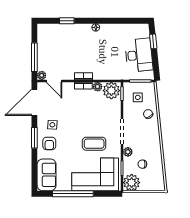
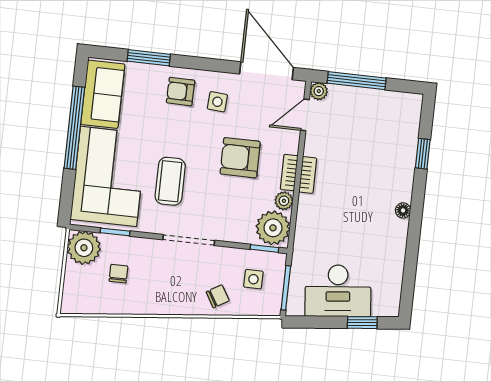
armchair: (79, 111) -> (240, 158), added
window: (34, 138) -> (149, 58), moved
plant: (128, 152) -> (146, 247), removed
sofa: (47, 175) -> (103, 94), moved, turned -90

